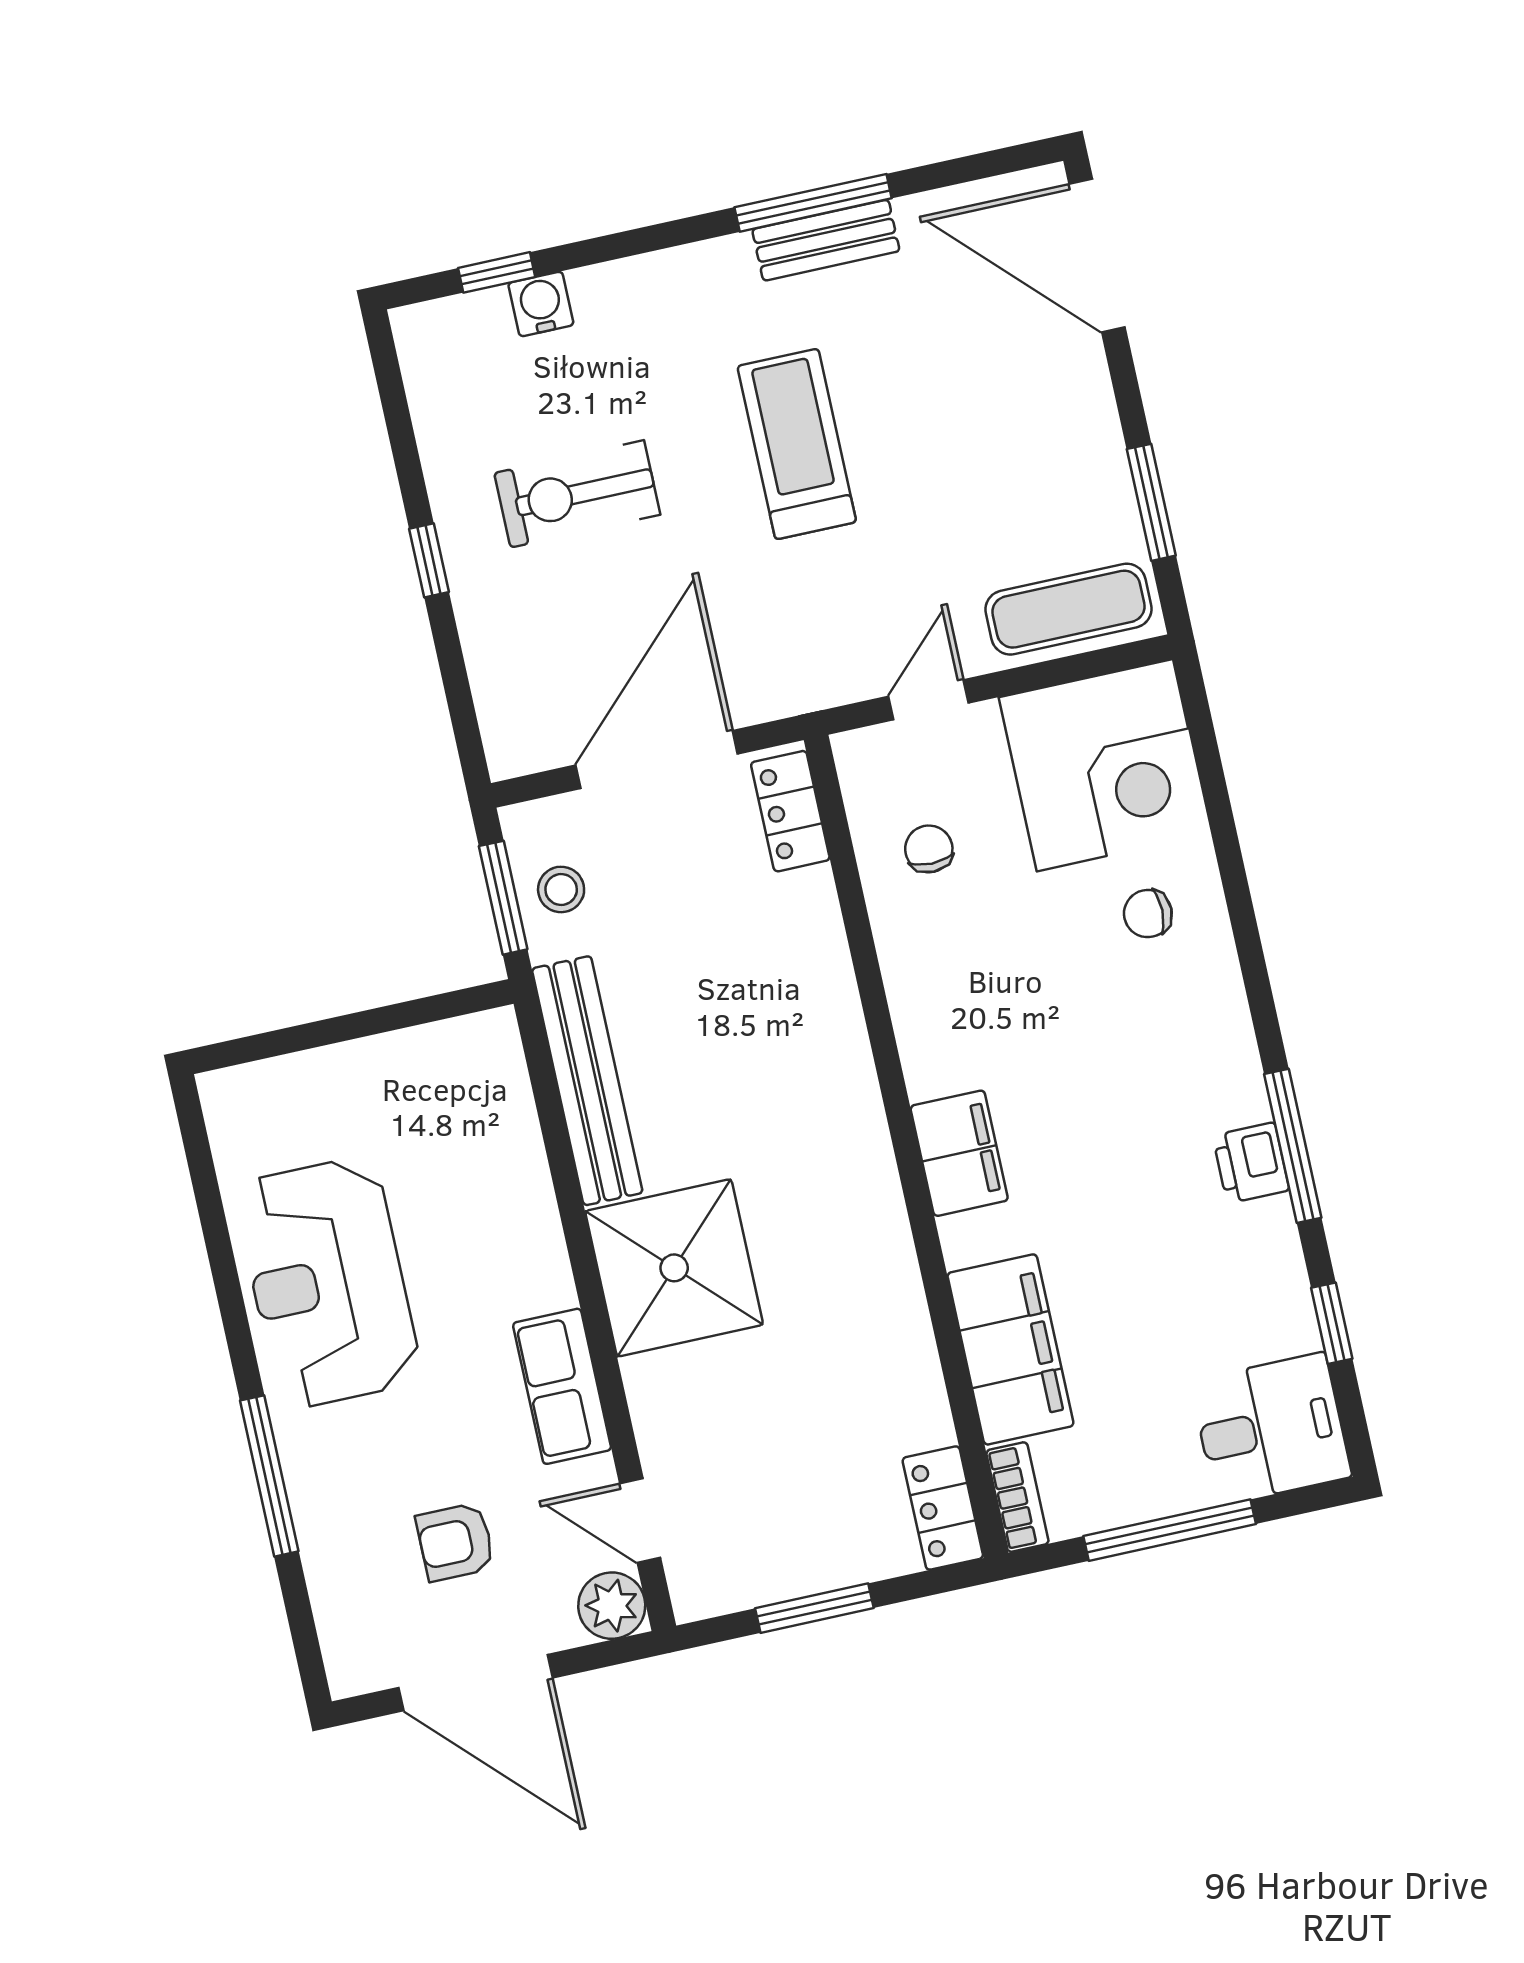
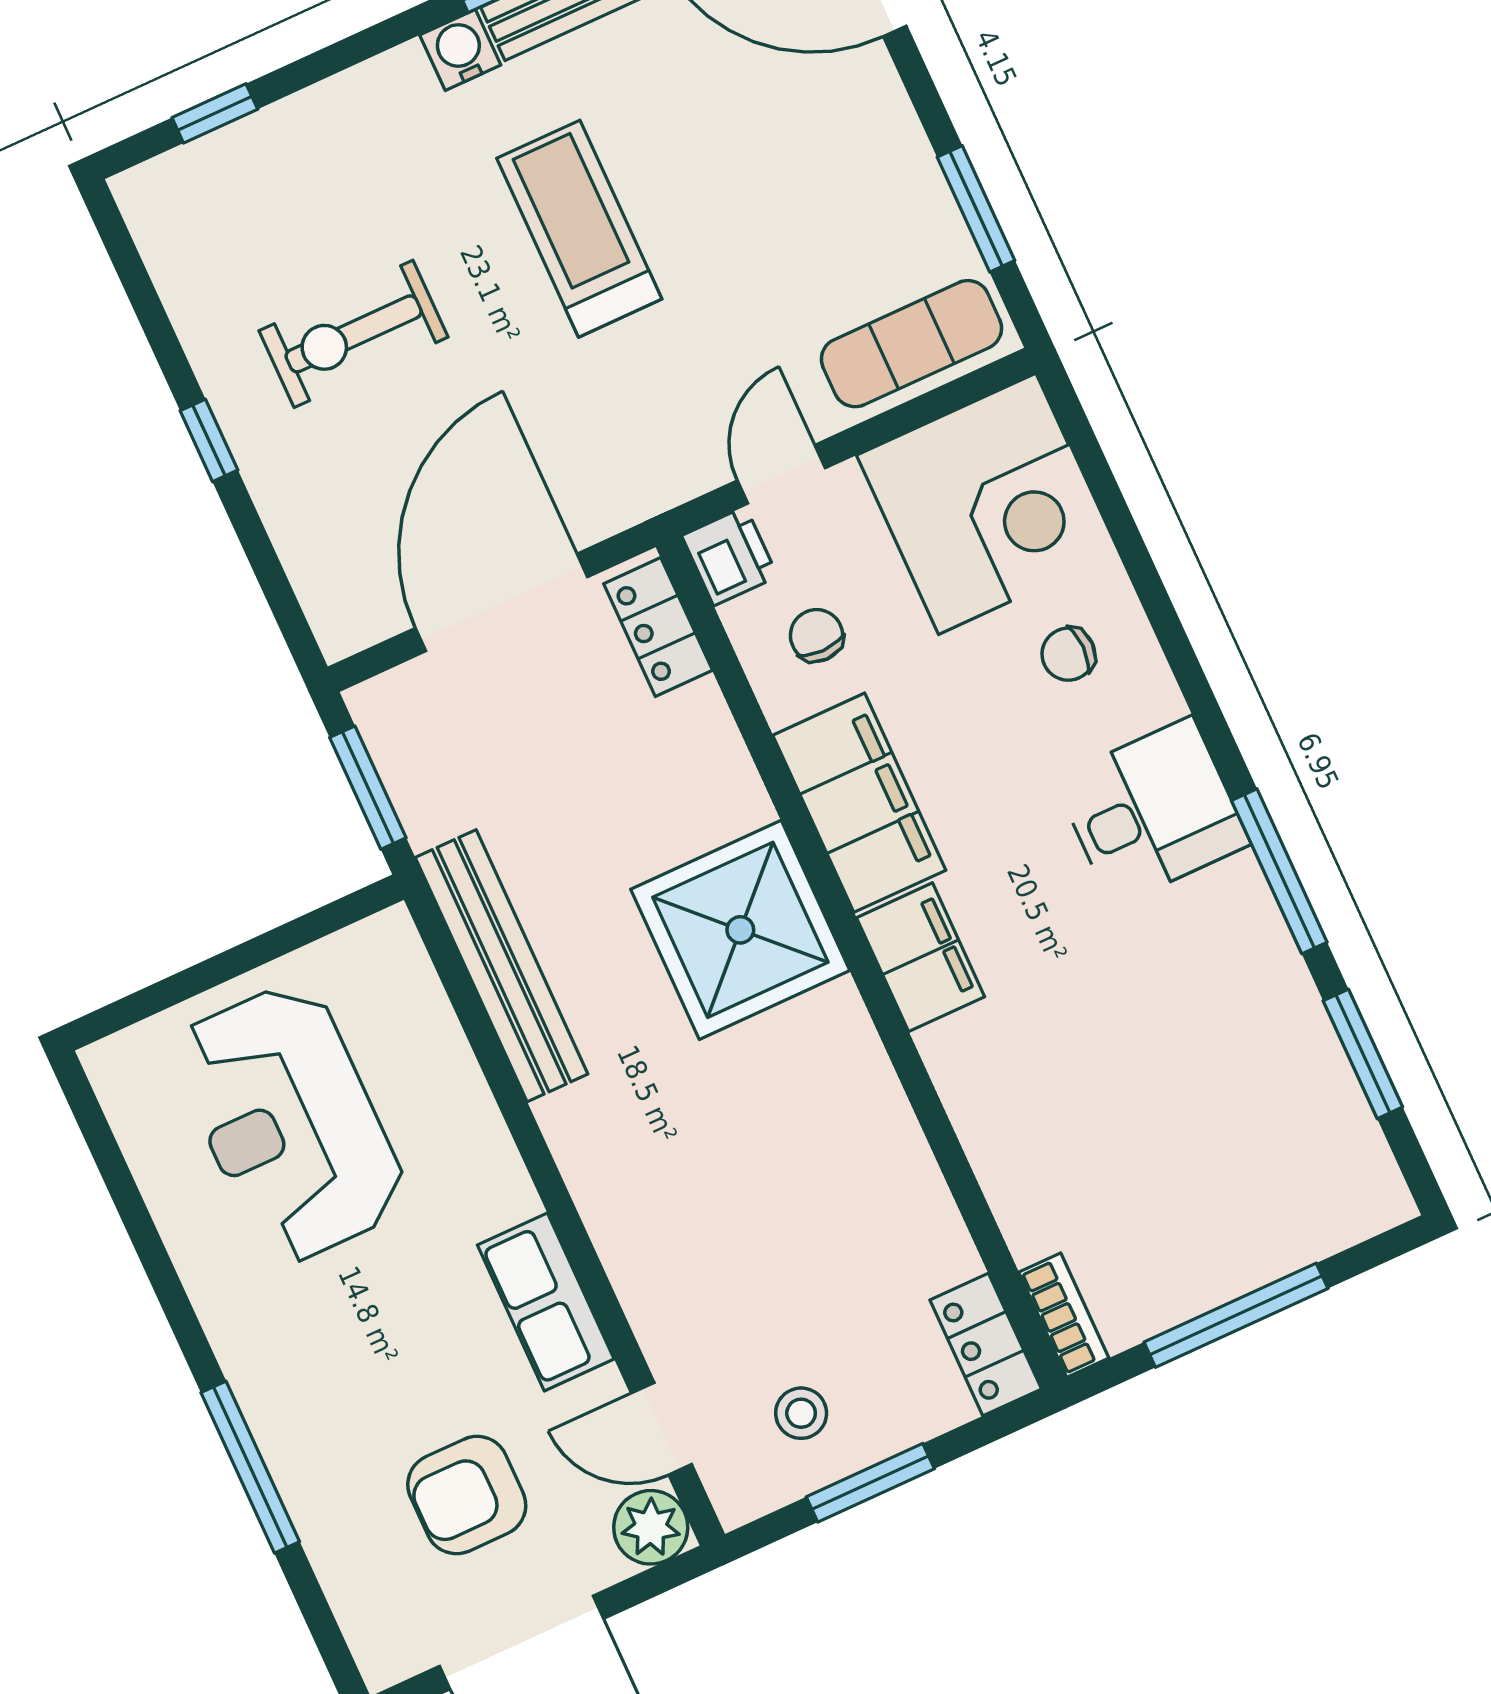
water cooler: (541, 304) -> (460, 50), moved
stool: (561, 889) -> (801, 1413), moved
printer: (1251, 1163) -> (730, 556), moved, turned 180
shower: (674, 1268) -> (740, 930), moved
reception desk: (328, 1283) -> (290, 1123), moved
window: (1332, 1323) -> (1363, 1054), width x1.50
filing cabinet: (1010, 1349) -> (859, 803), moved
desk: (1271, 1429) -> (1152, 812), moved
armchair: (455, 1542) -> (467, 1495), width x1.38, depth x1.38

